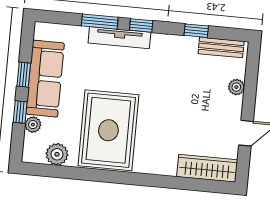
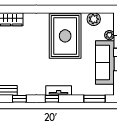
window: (100, 22) -> (94, 99), moved
tv unit: (119, 38) -> (59, 90), width x0.71

